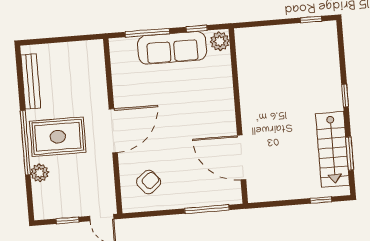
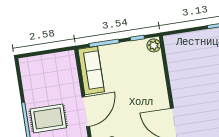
sofa: (172, 48) -> (91, 70), moved, turned -90
bench: (31, 81) -> (27, 82), removed

